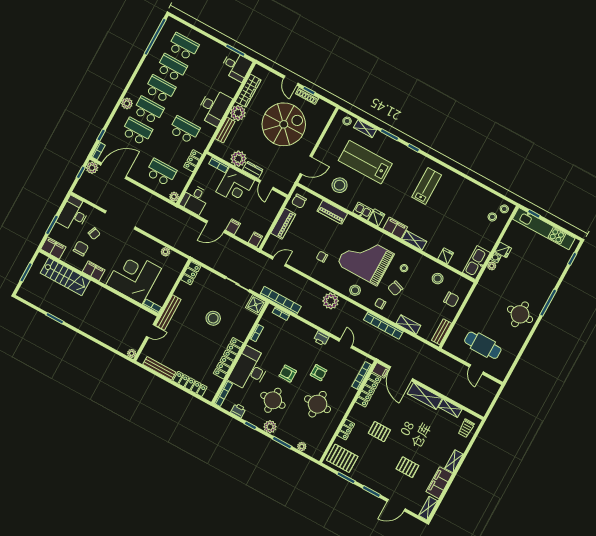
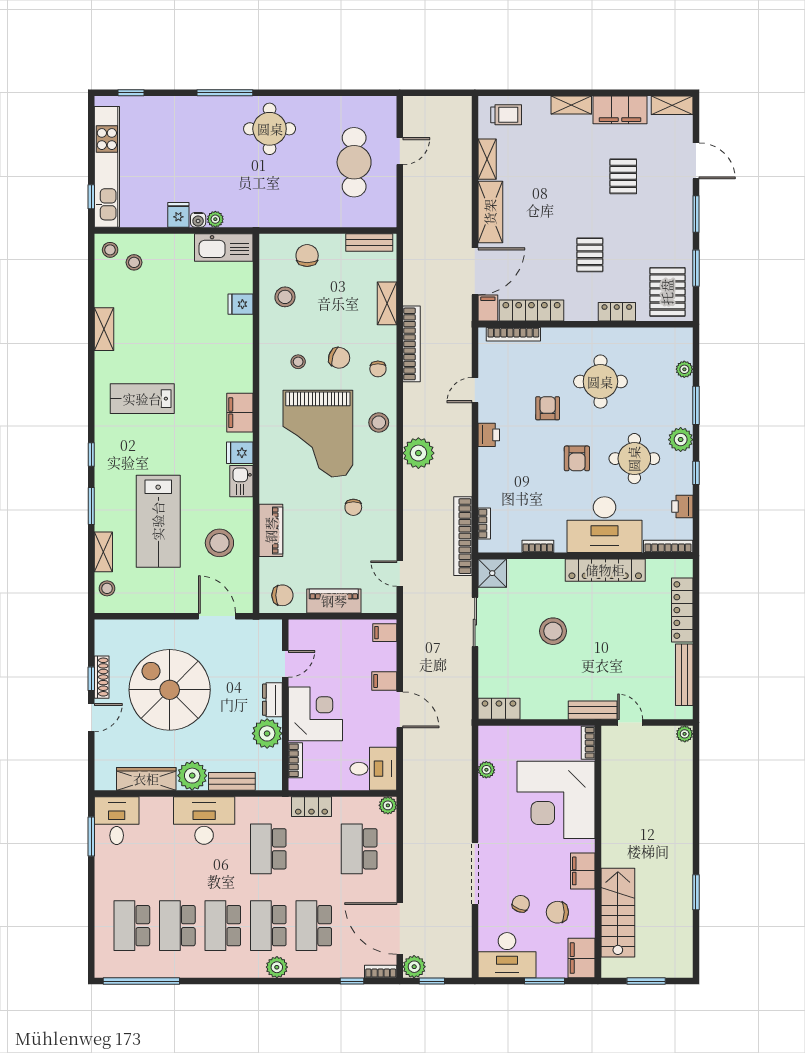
shelving: (414, 240) -> (104, 329), moved
bench: (168, 312) -> (593, 710), width x0.73

